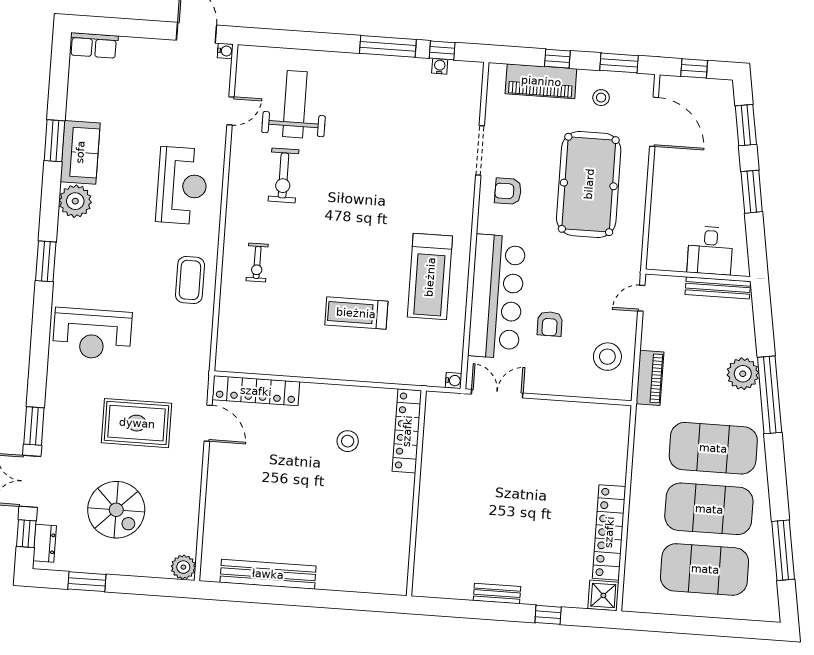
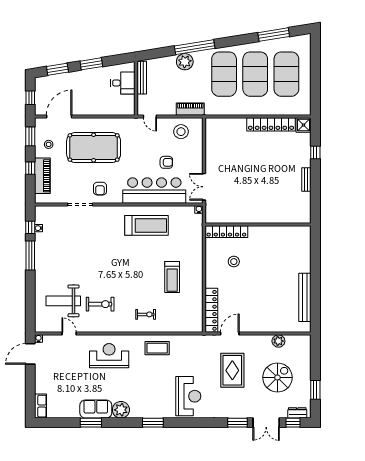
treadmill: (356, 313) -> (172, 277), moved
plant: (183, 567) -> (278, 341), moved

